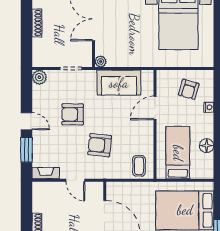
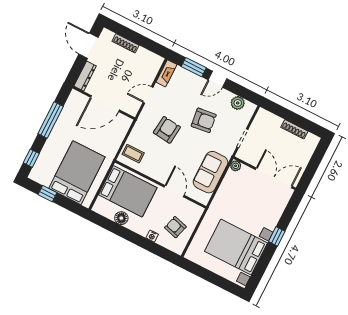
plant: (39, 77) -> (238, 103), moved
armchair: (73, 114) -> (204, 120), turned 83
bed: (178, 153) -> (128, 191), width x1.50

